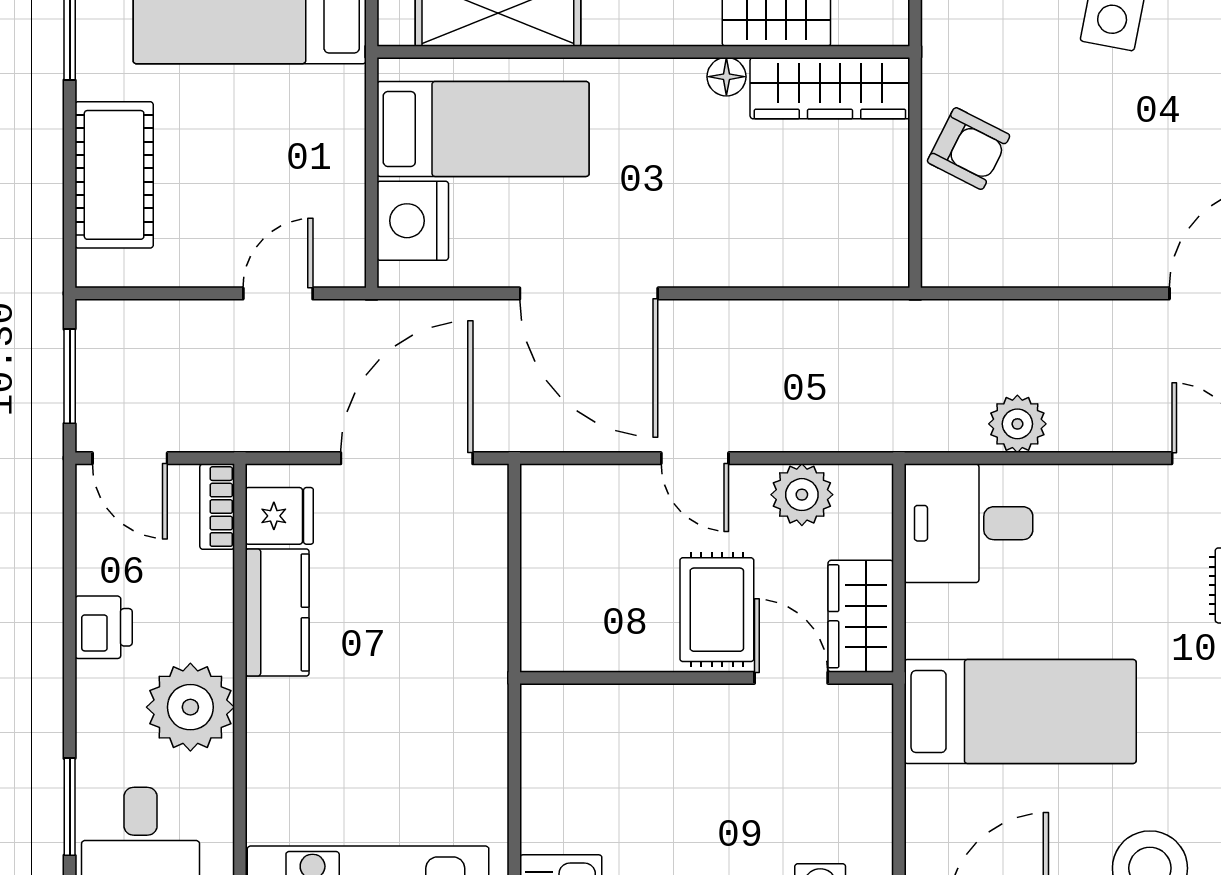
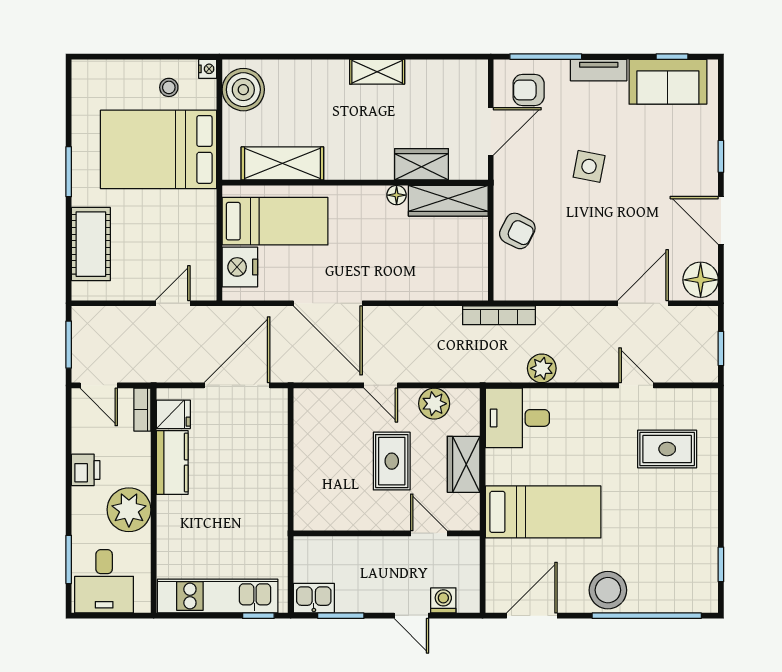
bookcase: (932, 318) -> (499, 315), added
wall: (707, 678) -> (387, 533), moved
door: (791, 678) -> (429, 533), moved

